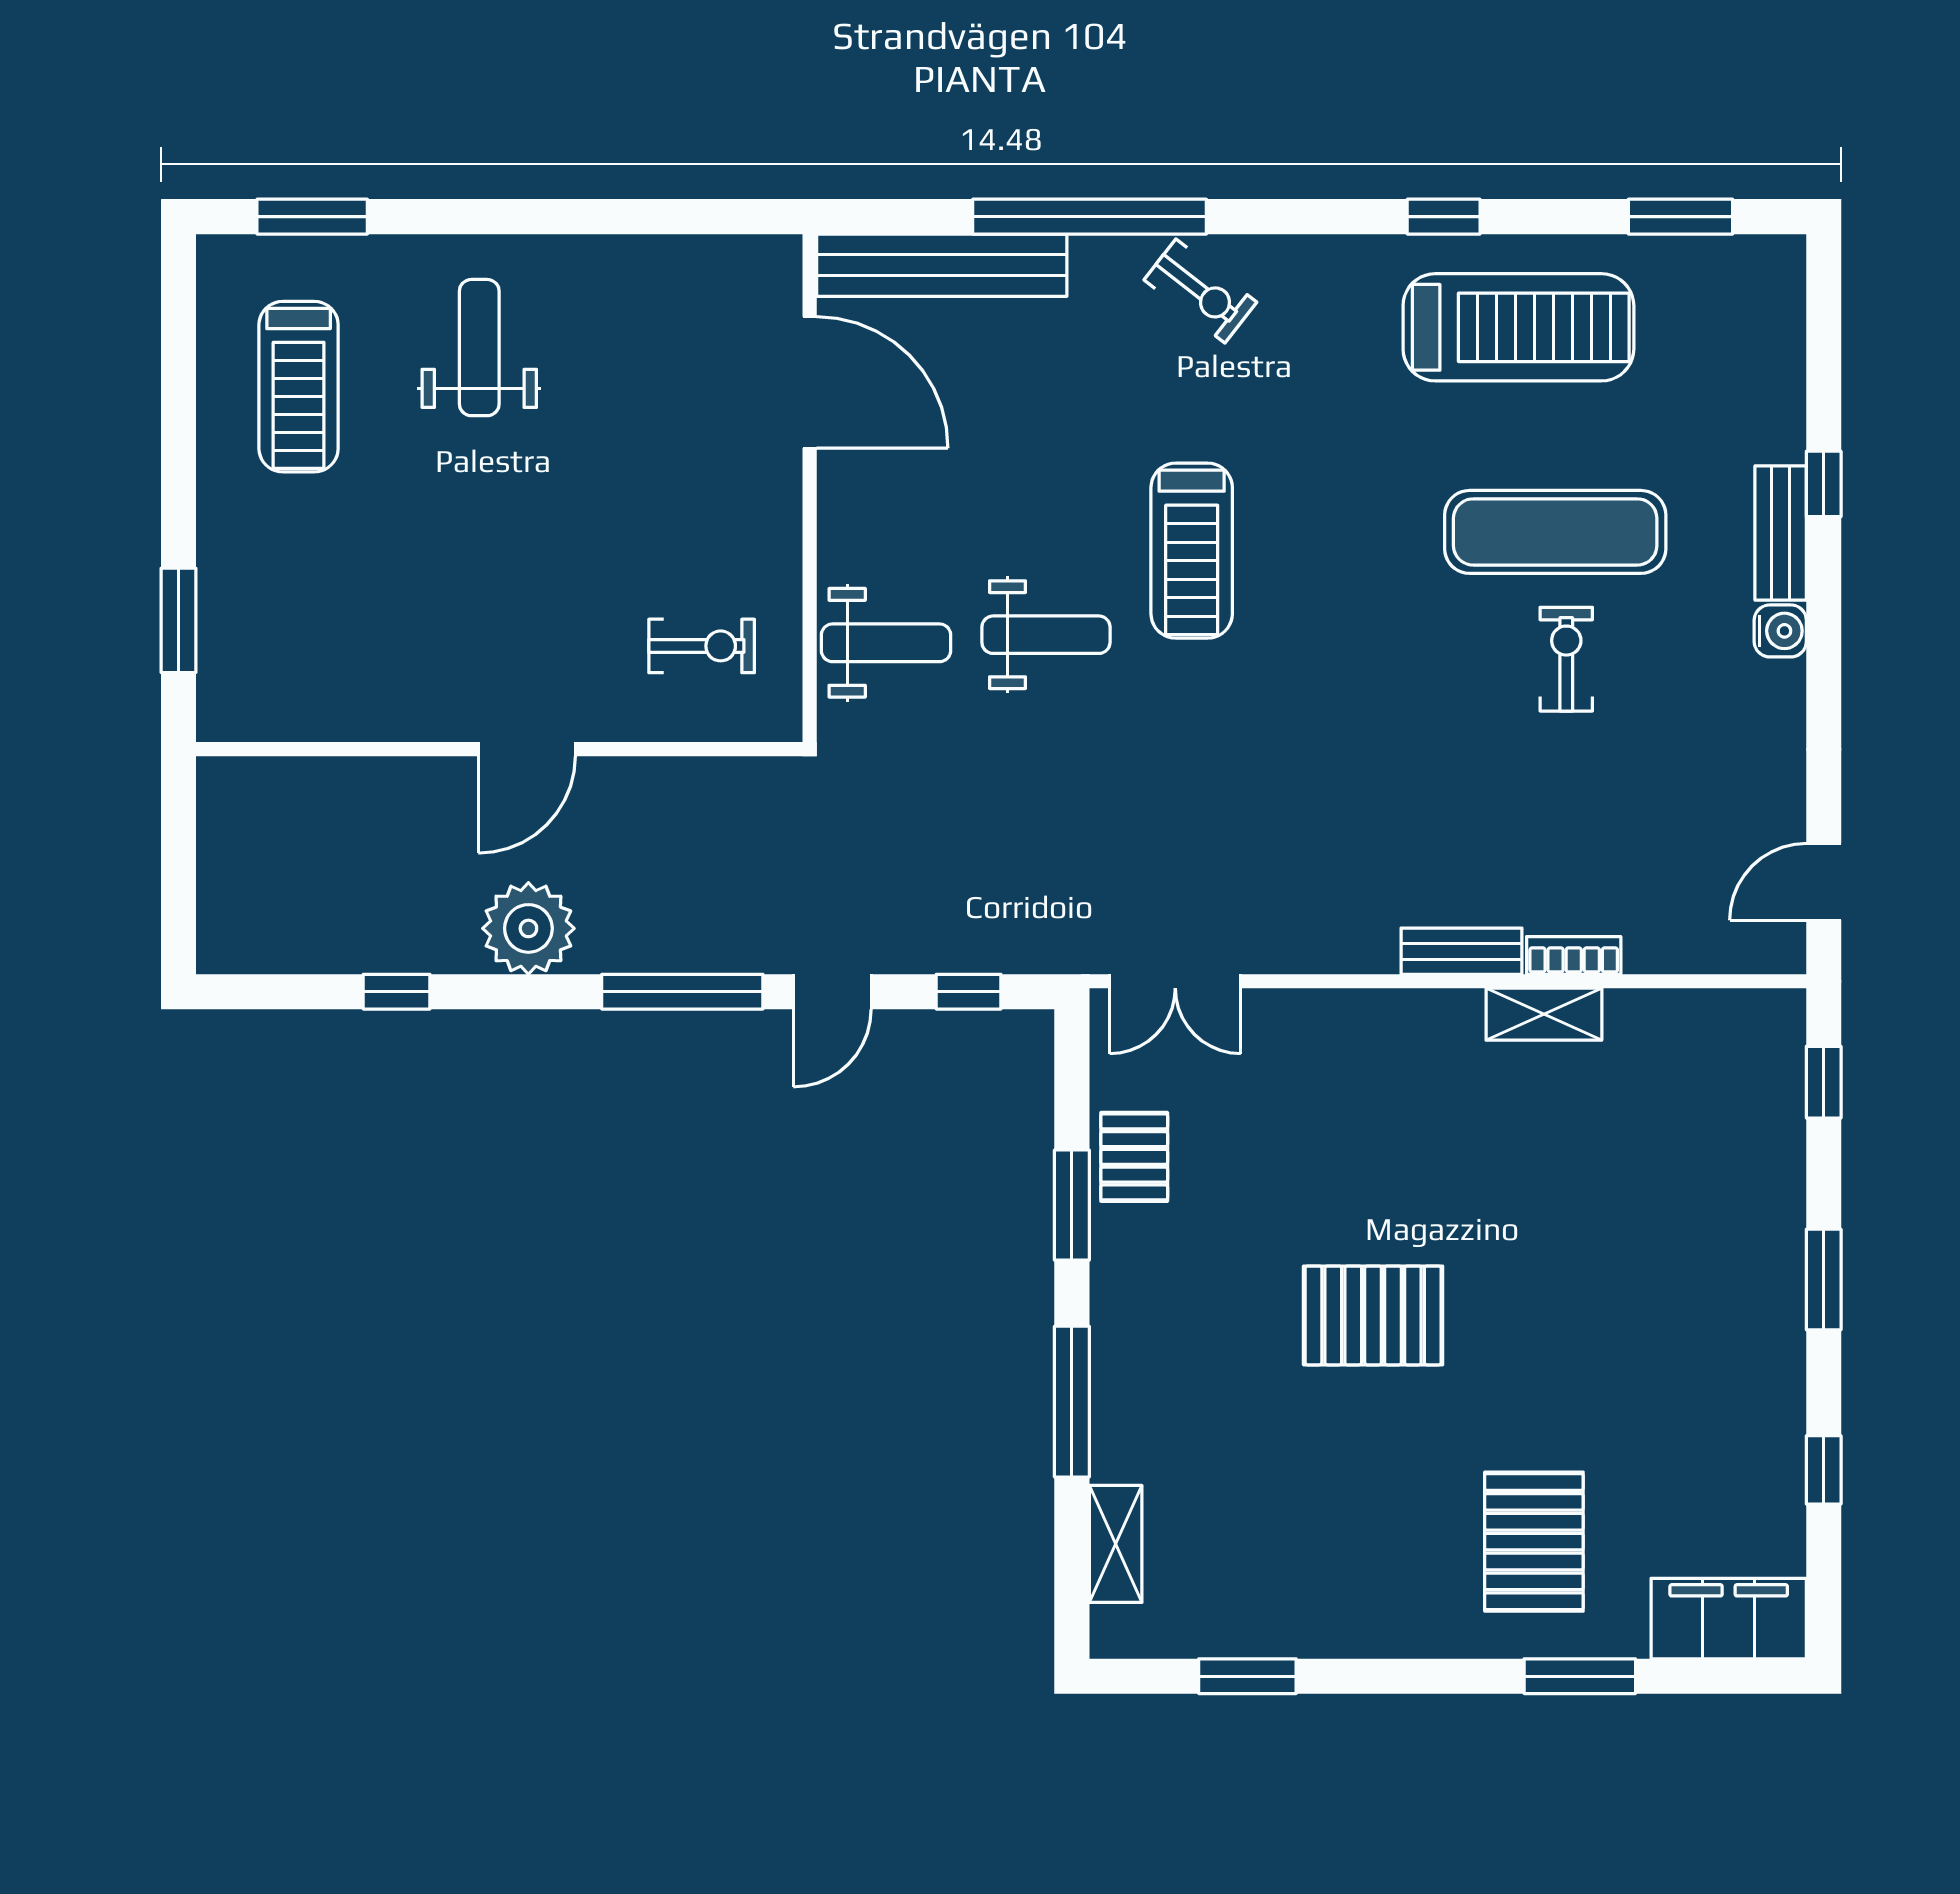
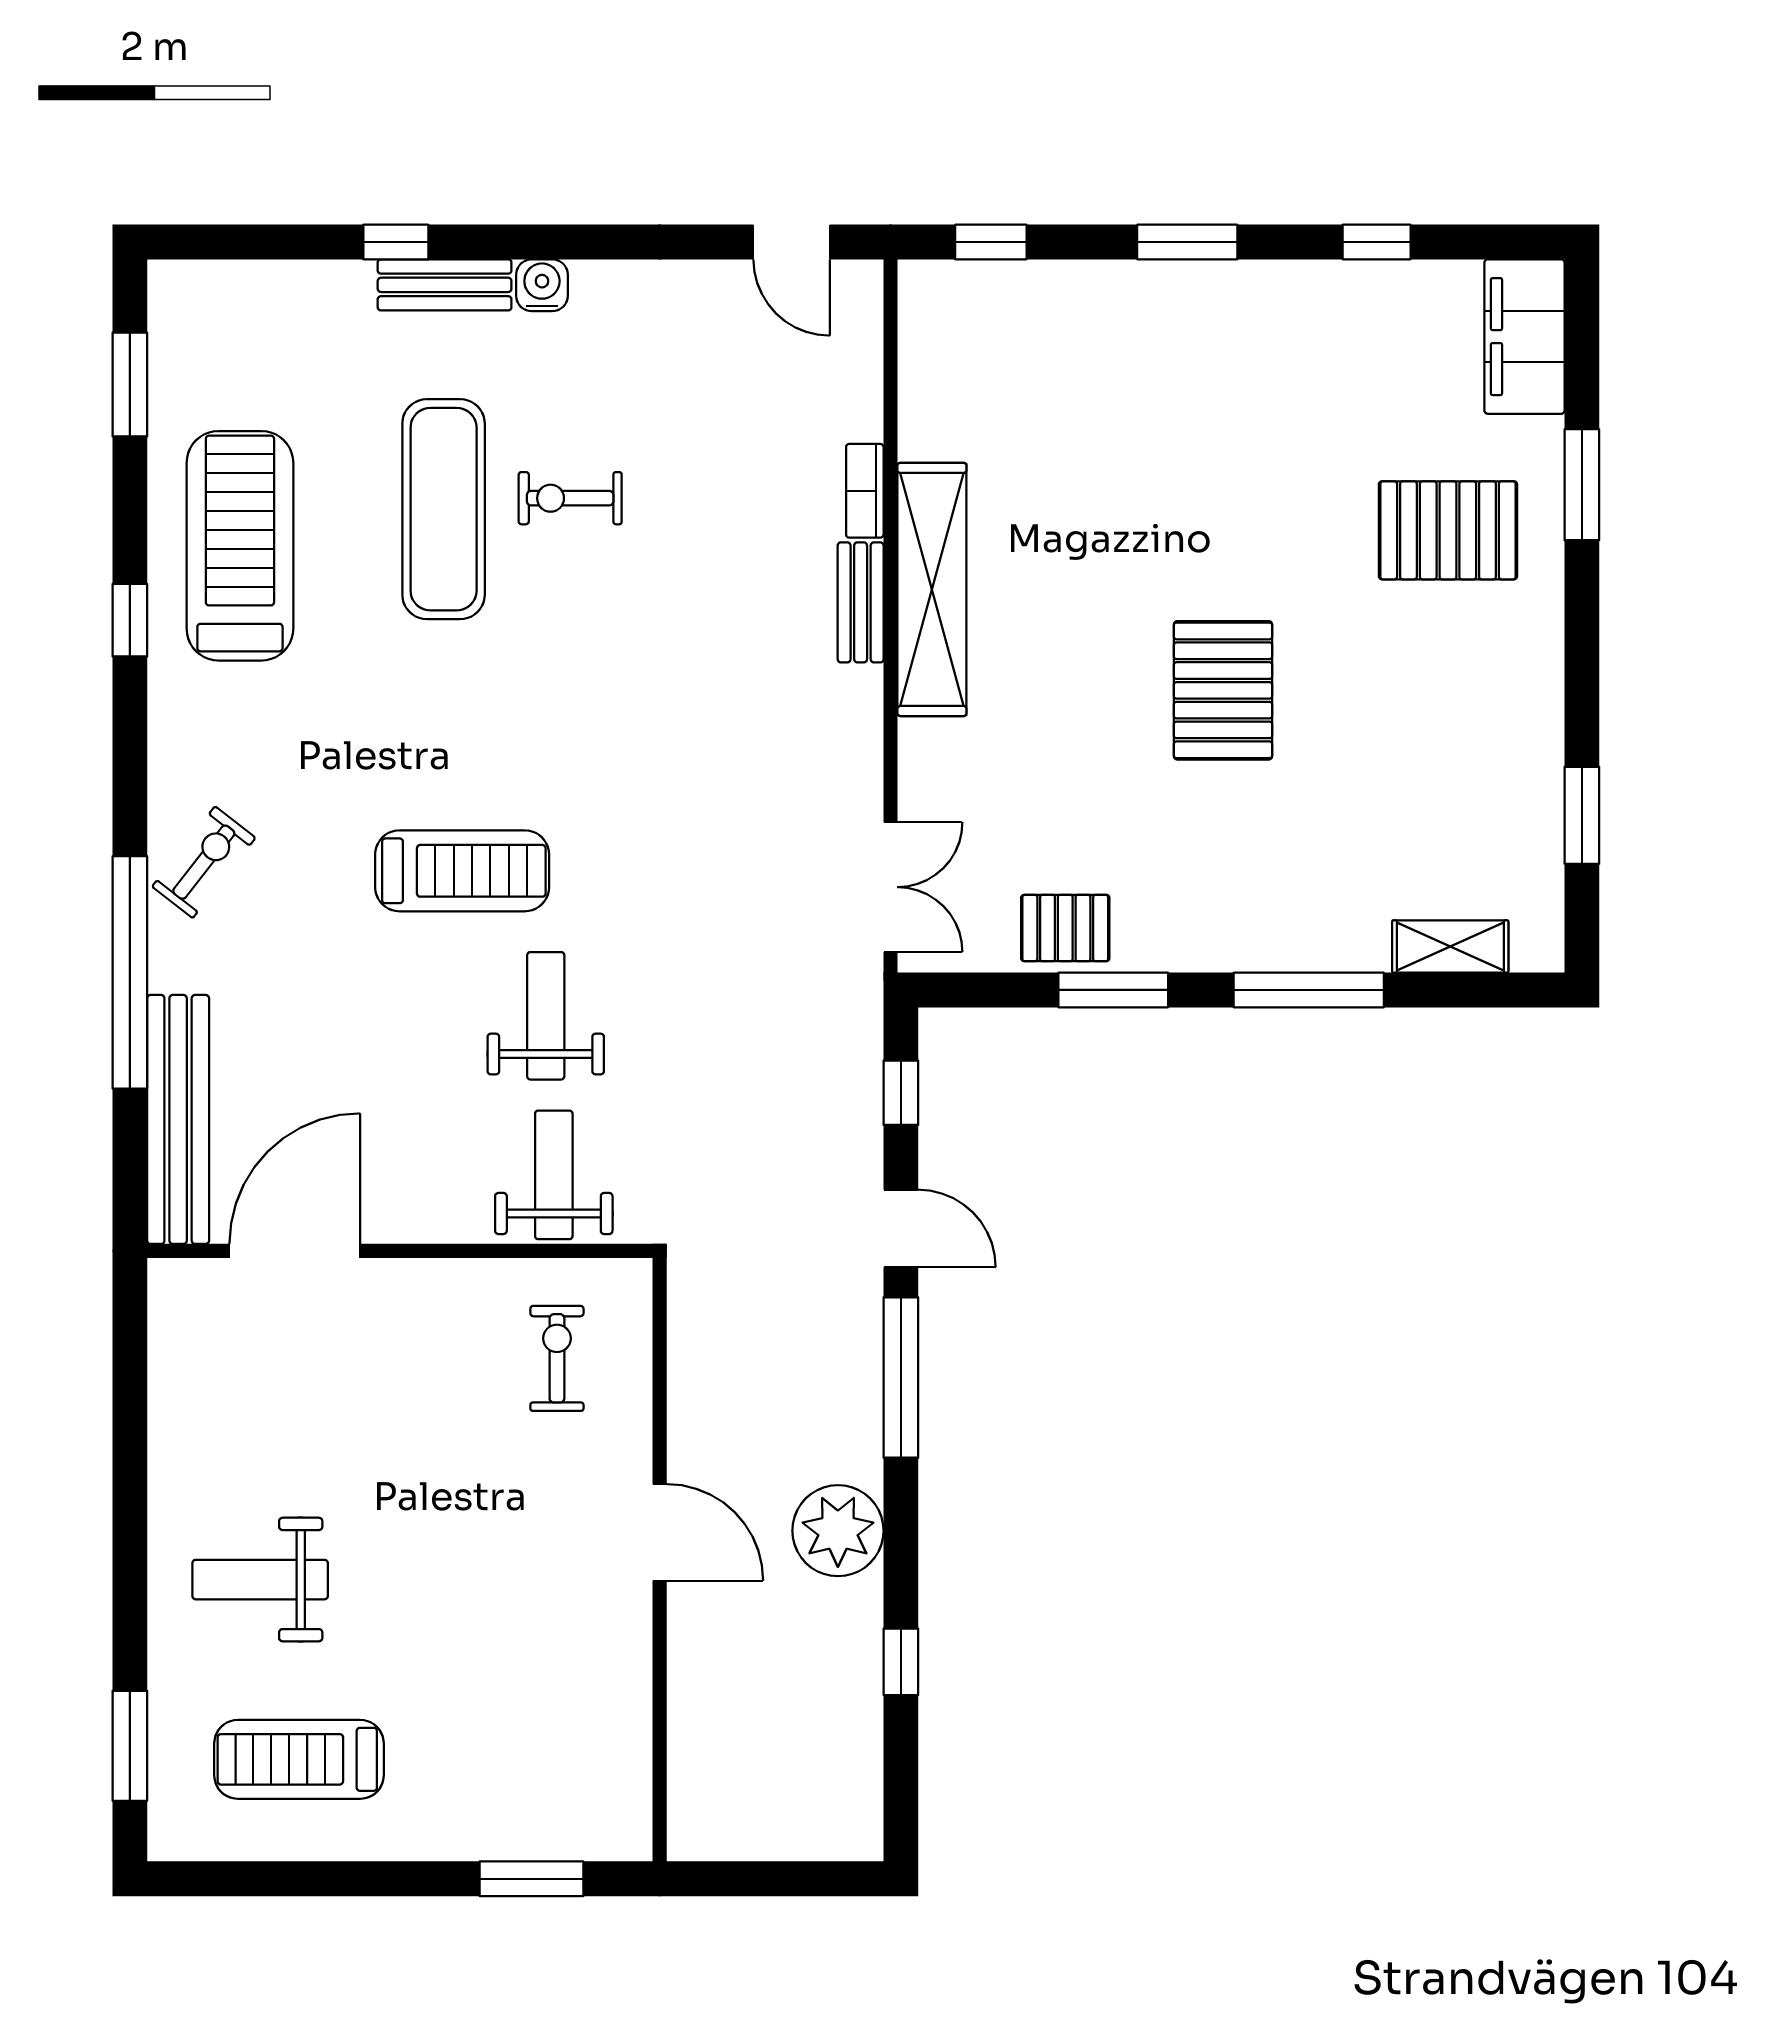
treadmill: (299, 387) -> (299, 1759), turned 180
shelving: (1544, 1014) -> (932, 589), width x2.20, depth x1.33

